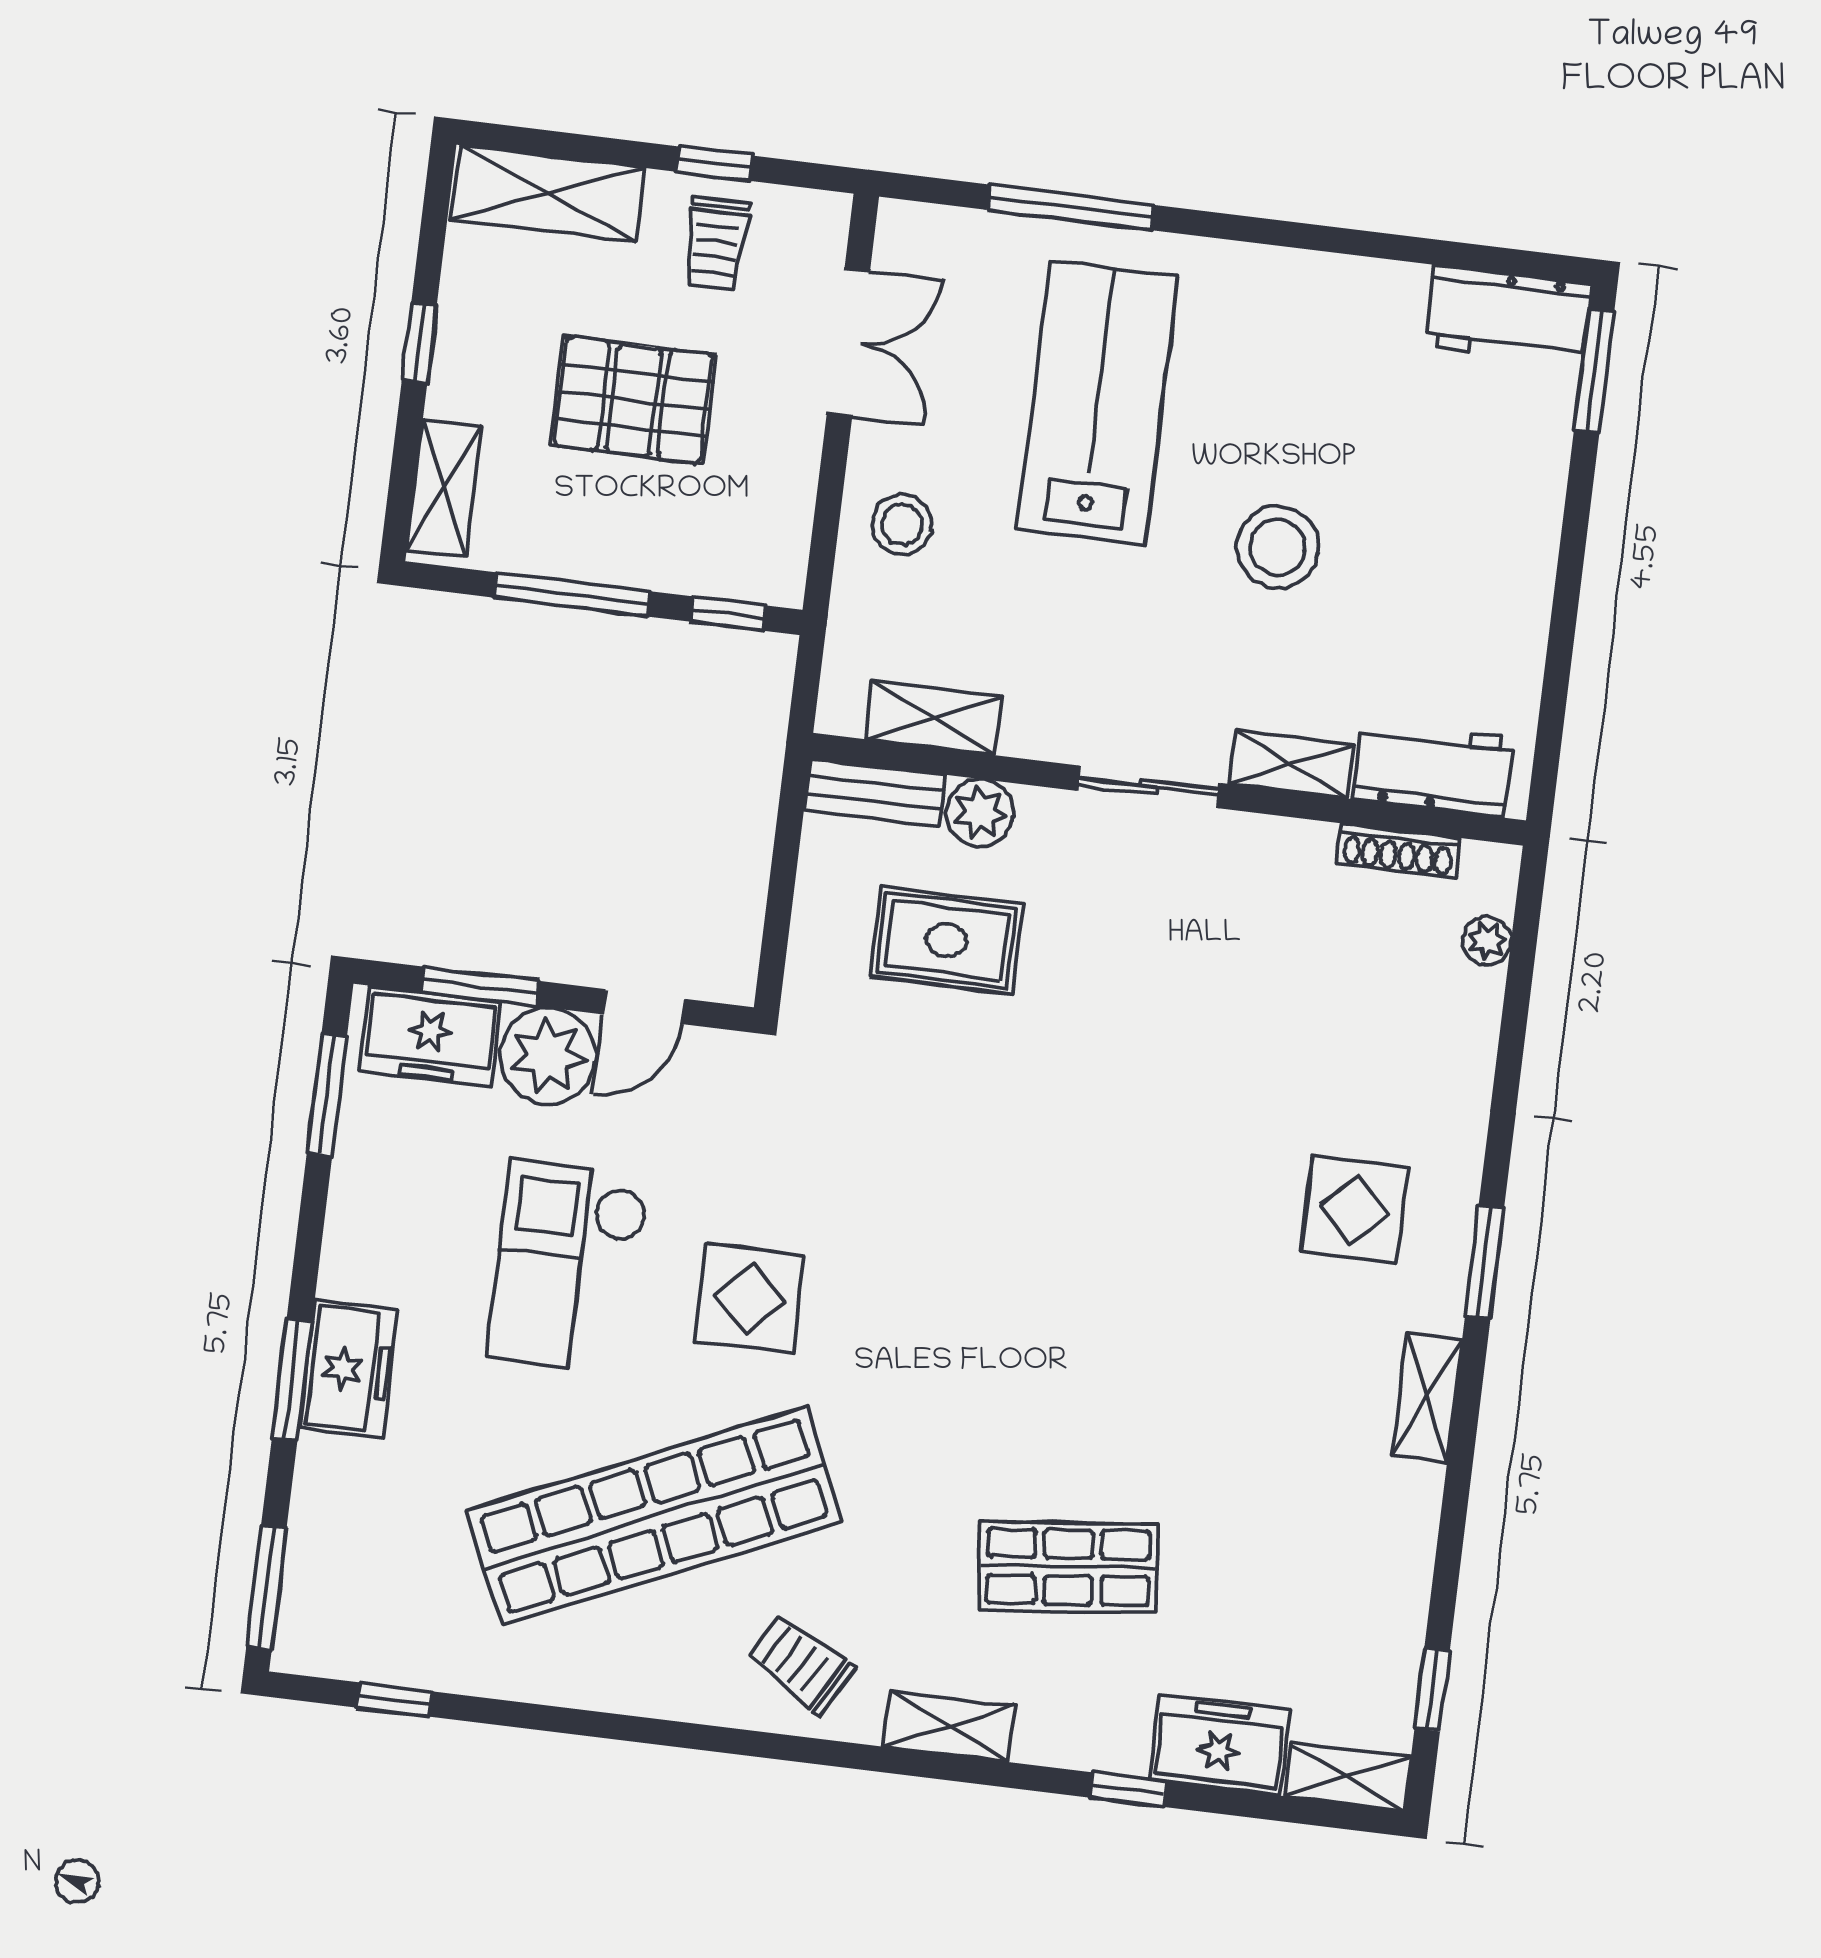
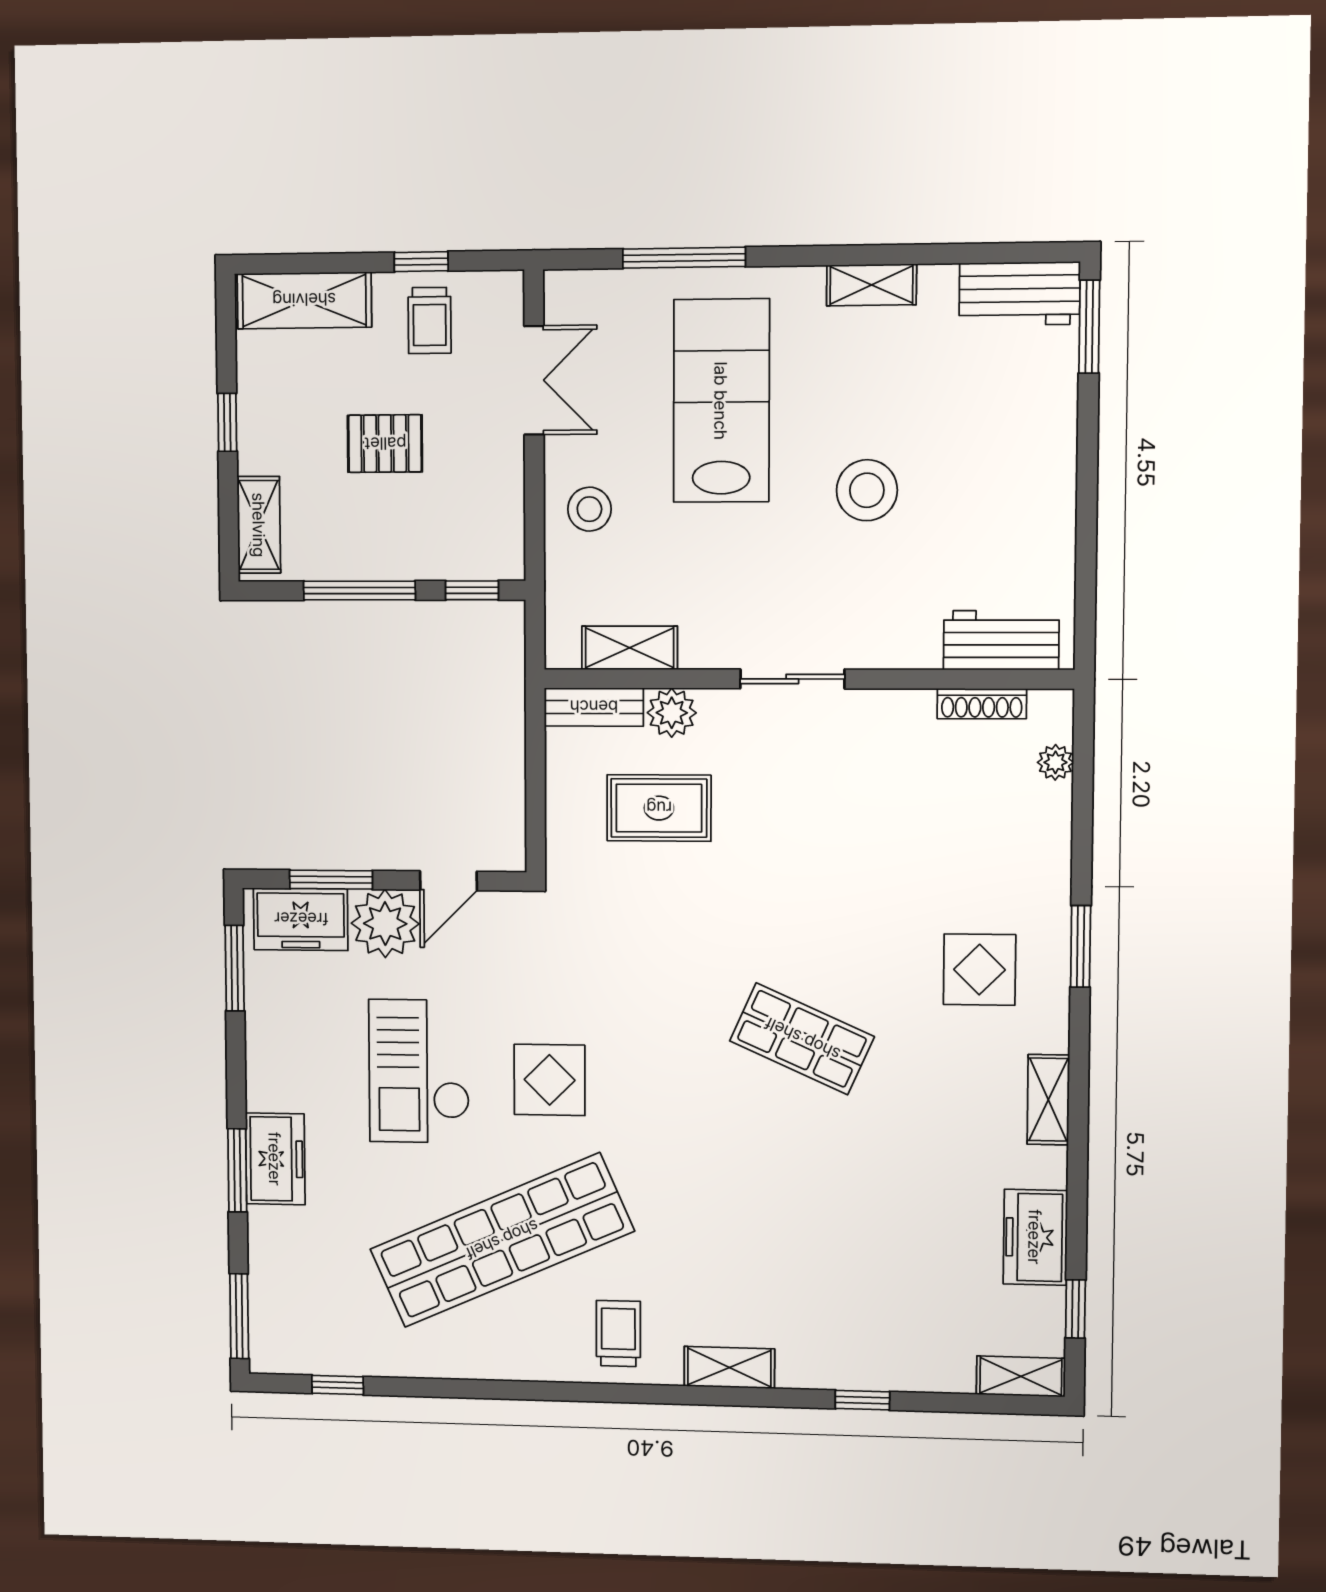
pallet: (634, 400) -> (385, 444), width x0.67, depth x0.71
shelving: (1291, 764) -> (871, 285), moved
window: (1485, 1262) -> (1081, 946), moved
shop shelf: (1068, 1567) -> (802, 1039), moved, turned 30
trolley: (801, 1664) -> (618, 1333), turned 60
freezer: (1220, 1745) -> (1035, 1237), moved, turned -90

